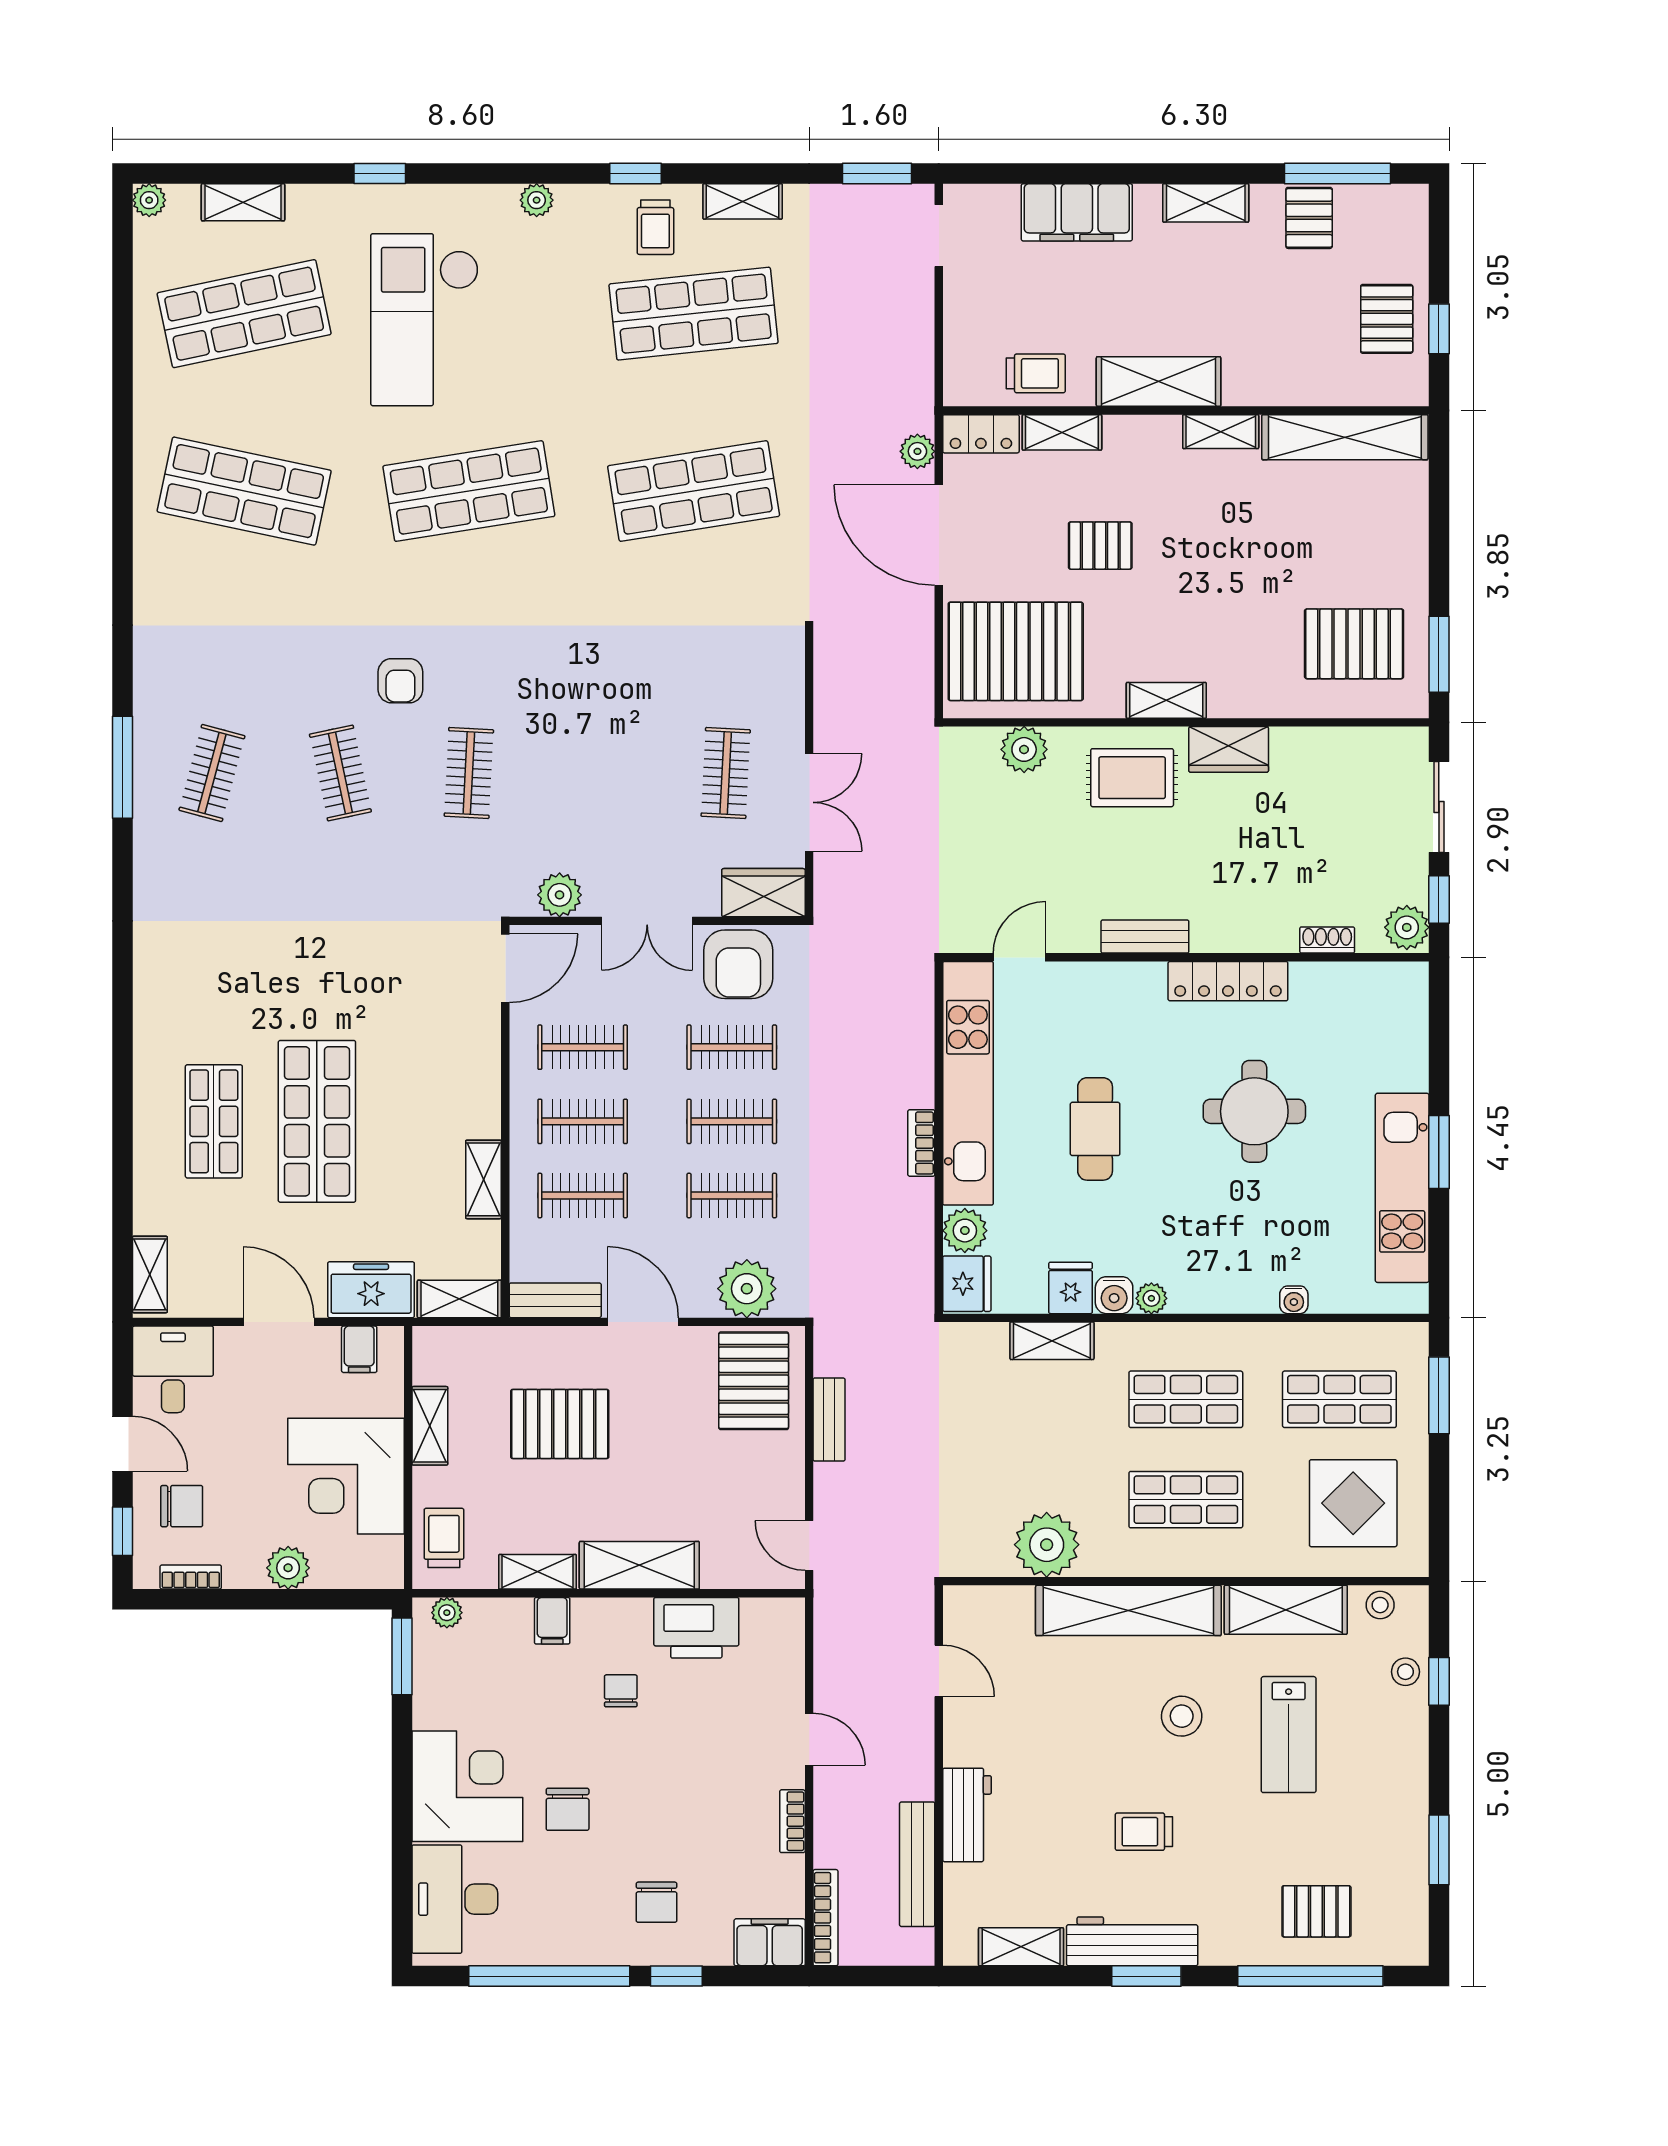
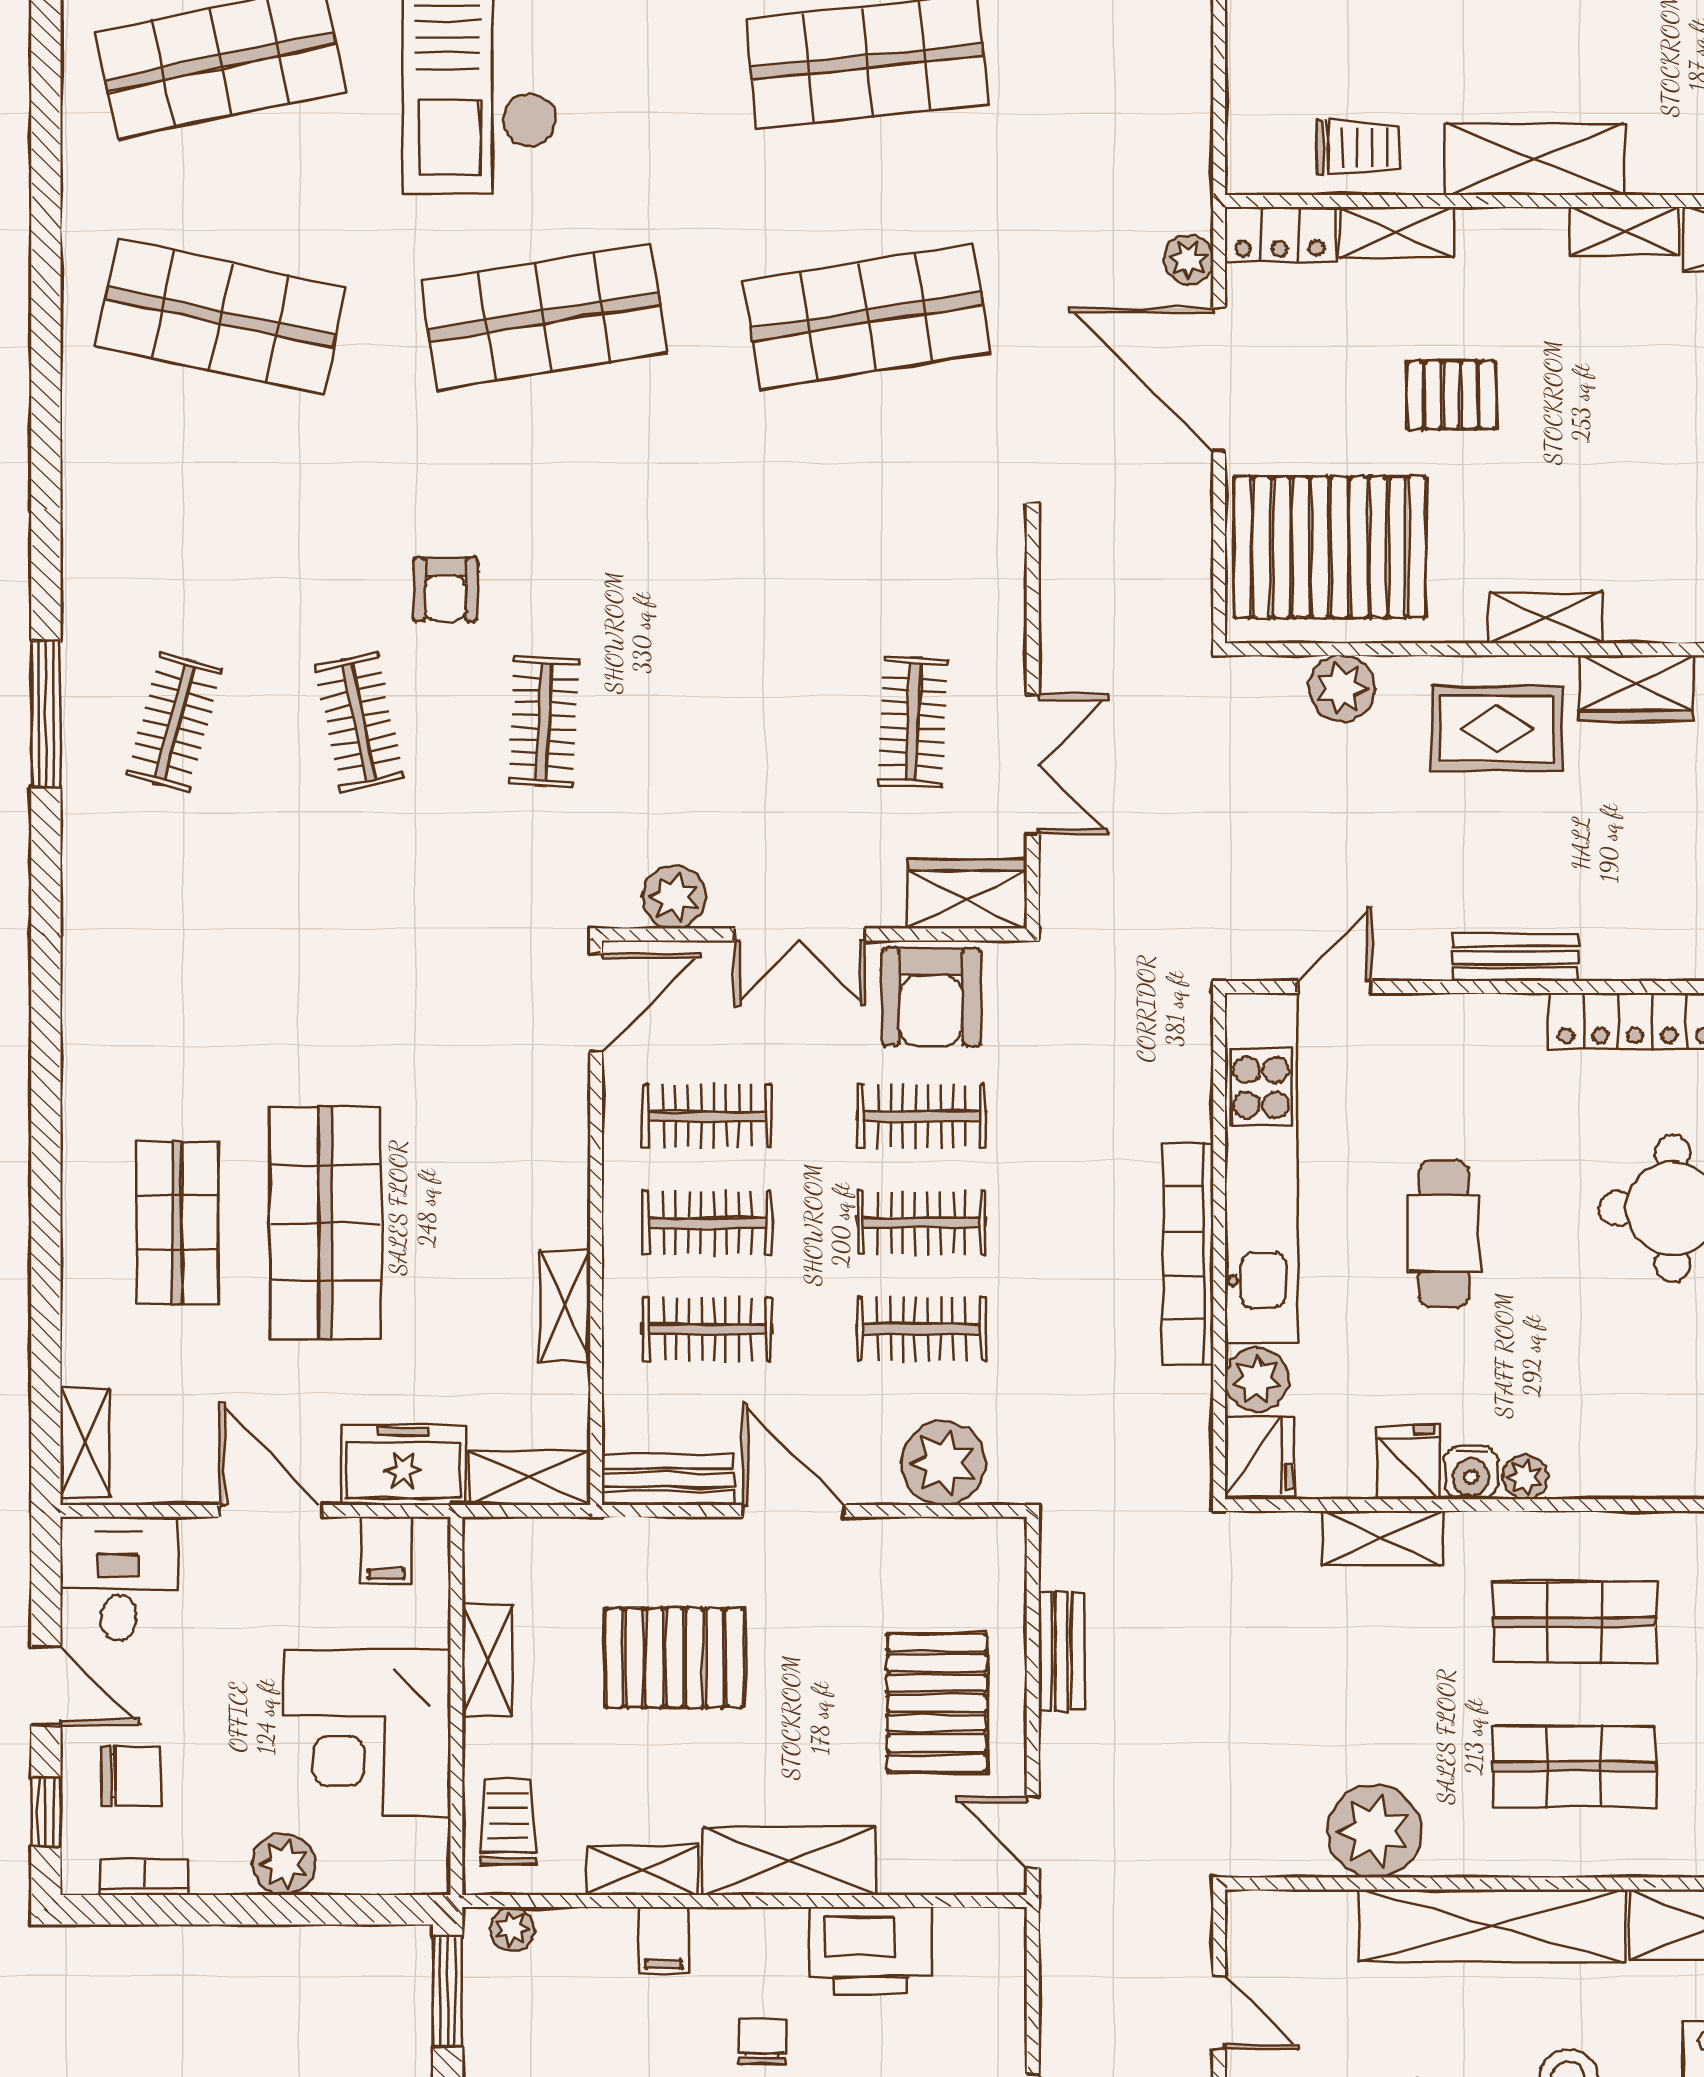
bookcase: (921, 1143) -> (1188, 1254), width x2.31, depth x1.31
pallet: (754, 1381) -> (937, 1703), moved

